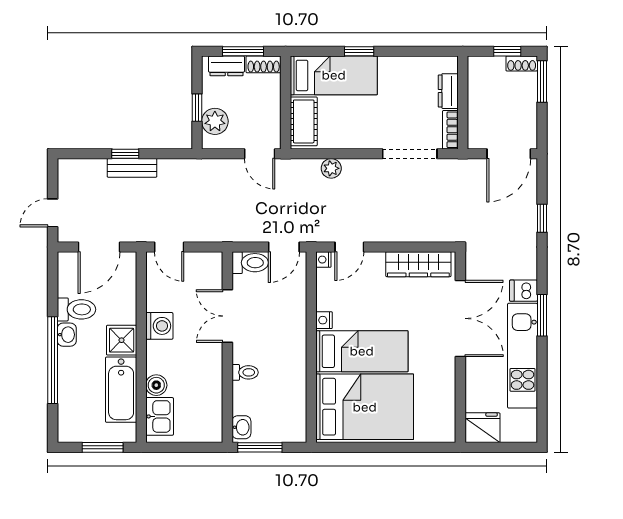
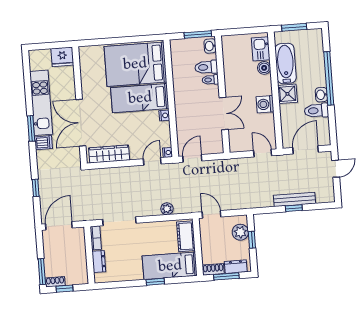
bench: (132, 168) -> (295, 199), width x1.36
toilet: (250, 263) -> (206, 67), moved

